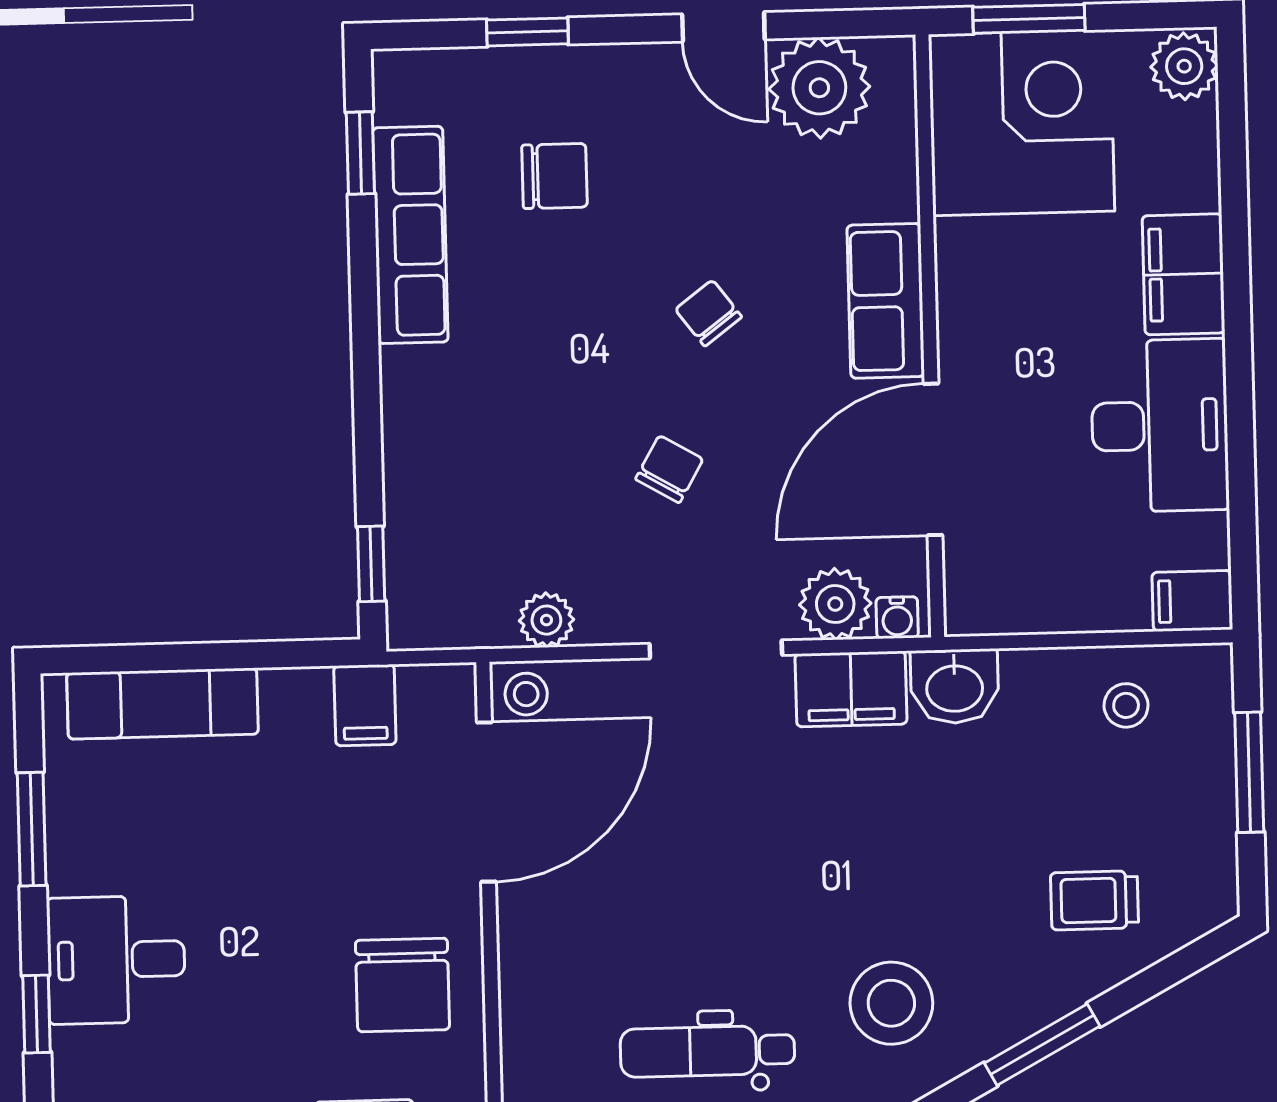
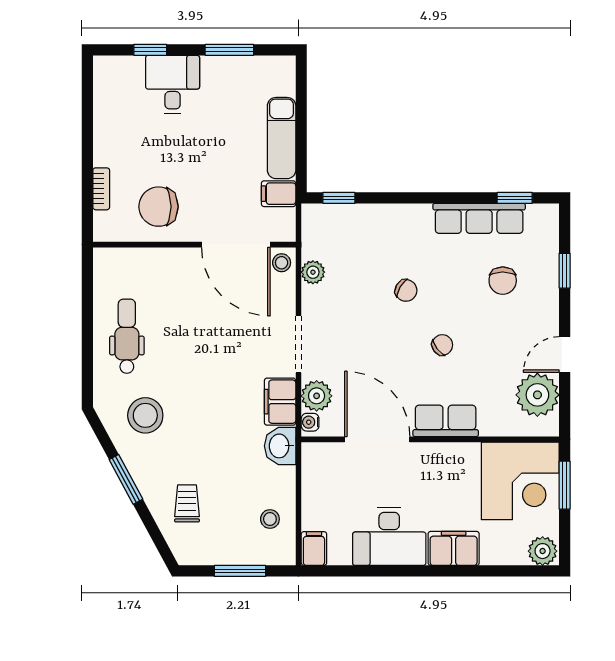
chair: (669, 469) -> (406, 290), moved
exam couch: (163, 704) -> (282, 138), moved

